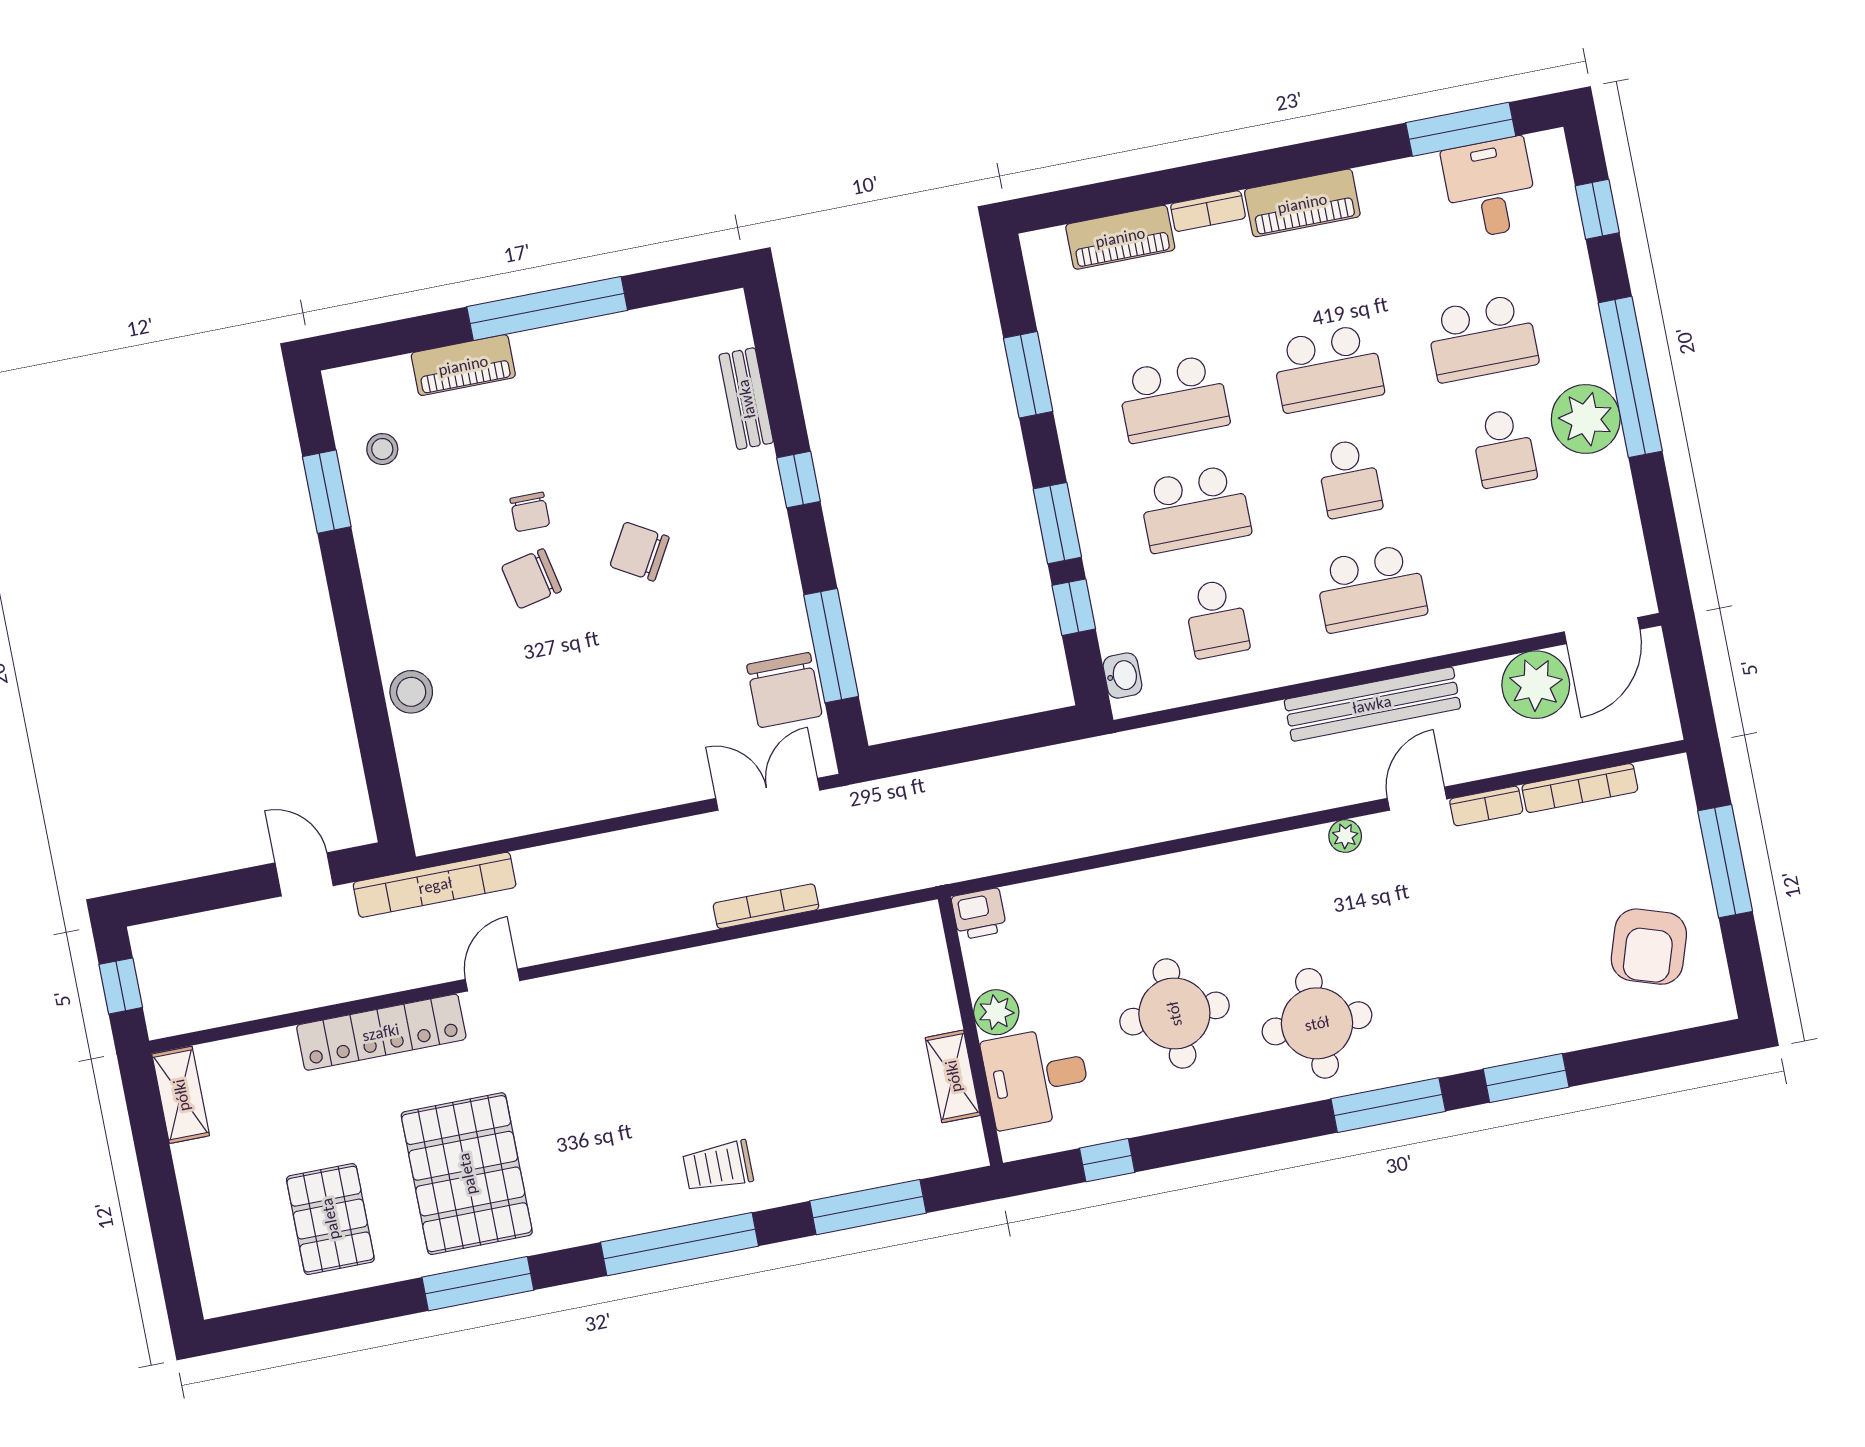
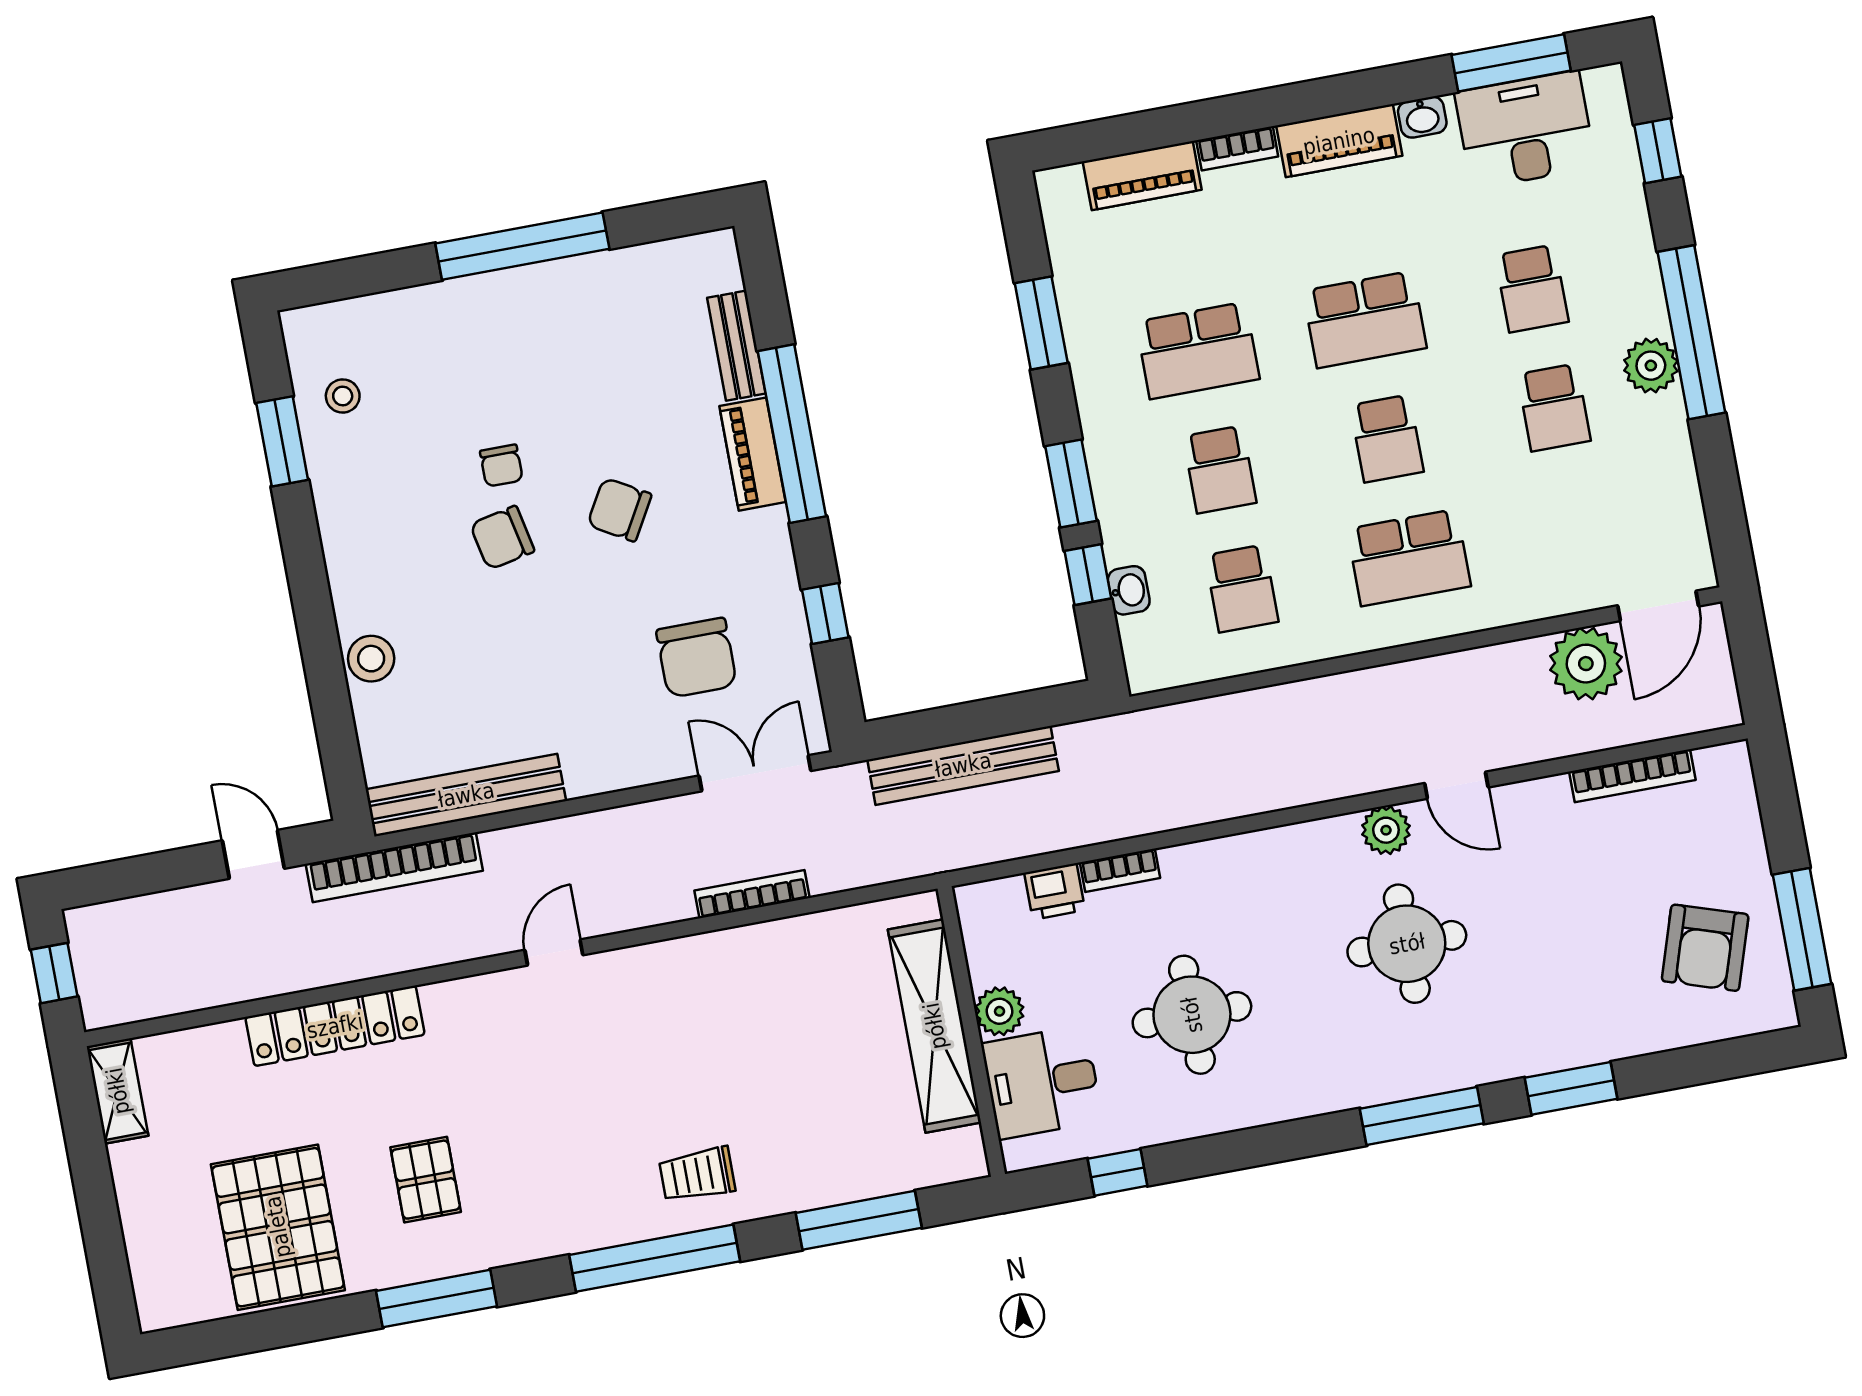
washbasin: (1379, 180) -> (1422, 117), added
desk: (1490, 188) -> (1525, 130), width x1.37
school desk: (1482, 338) -> (1532, 288), width x0.54
piano: (463, 365) -> (753, 454), moved, turned 90
plant: (1586, 419) -> (1651, 366), width x0.73, depth x0.73
window: (799, 480) -> (792, 434), width x3.17
school desk: (1195, 509) -> (1220, 470), width x0.54
window: (831, 646) -> (825, 613), width x0.46
washbasin: (1122, 676) -> (1129, 590), moved
chair: (784, 690) -> (697, 658), moved
bench: (1372, 704) -> (963, 765), moved
door: (1417, 799) -> (1456, 785), swing flipped
bookcase: (1486, 806) -> (1120, 870), moved
bench: (500, 817) -> (466, 795), added
plant: (1345, 836) -> (1386, 830), width x1.38, depth x1.38
window: (1725, 861) -> (1802, 929), moved
printer: (979, 914) -> (1055, 891), moved
door: (493, 980) -> (554, 953), moved
round table: (1317, 1023) -> (1407, 944), moved
shelving: (953, 1076) -> (935, 1026), width x2.20, depth x1.33
pallet: (467, 1174) -> (426, 1180), width x0.49, depth x0.50
pallet: (330, 1219) -> (278, 1227), width x1.37, depth x1.41

